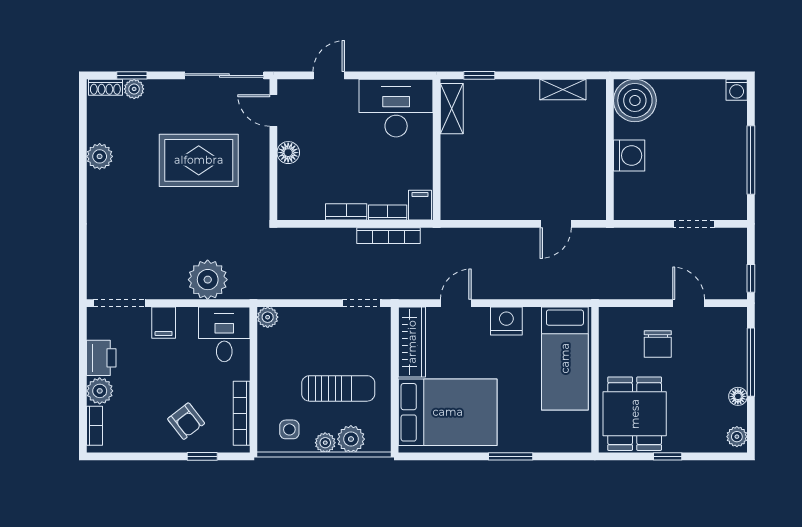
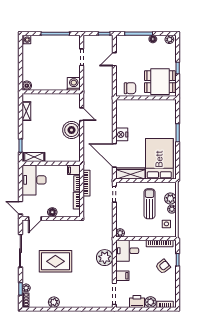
boiler: (635, 100) -> (27, 86), width x0.54, depth x0.54
door: (273, 110) -> (35, 218), moved
wall: (273, 150) -> (51, 218), moved
floor lamp: (288, 153) -> (52, 212), moved
washing machine: (629, 155) -> (74, 84), moved
rug: (199, 160) -> (55, 261), turned 90
boiler: (517, 199) -> (71, 130), added
door: (456, 303) -> (114, 155), width x1.88
chair: (658, 344) -> (130, 88), moved
bed: (565, 358) -> (137, 110), removed

